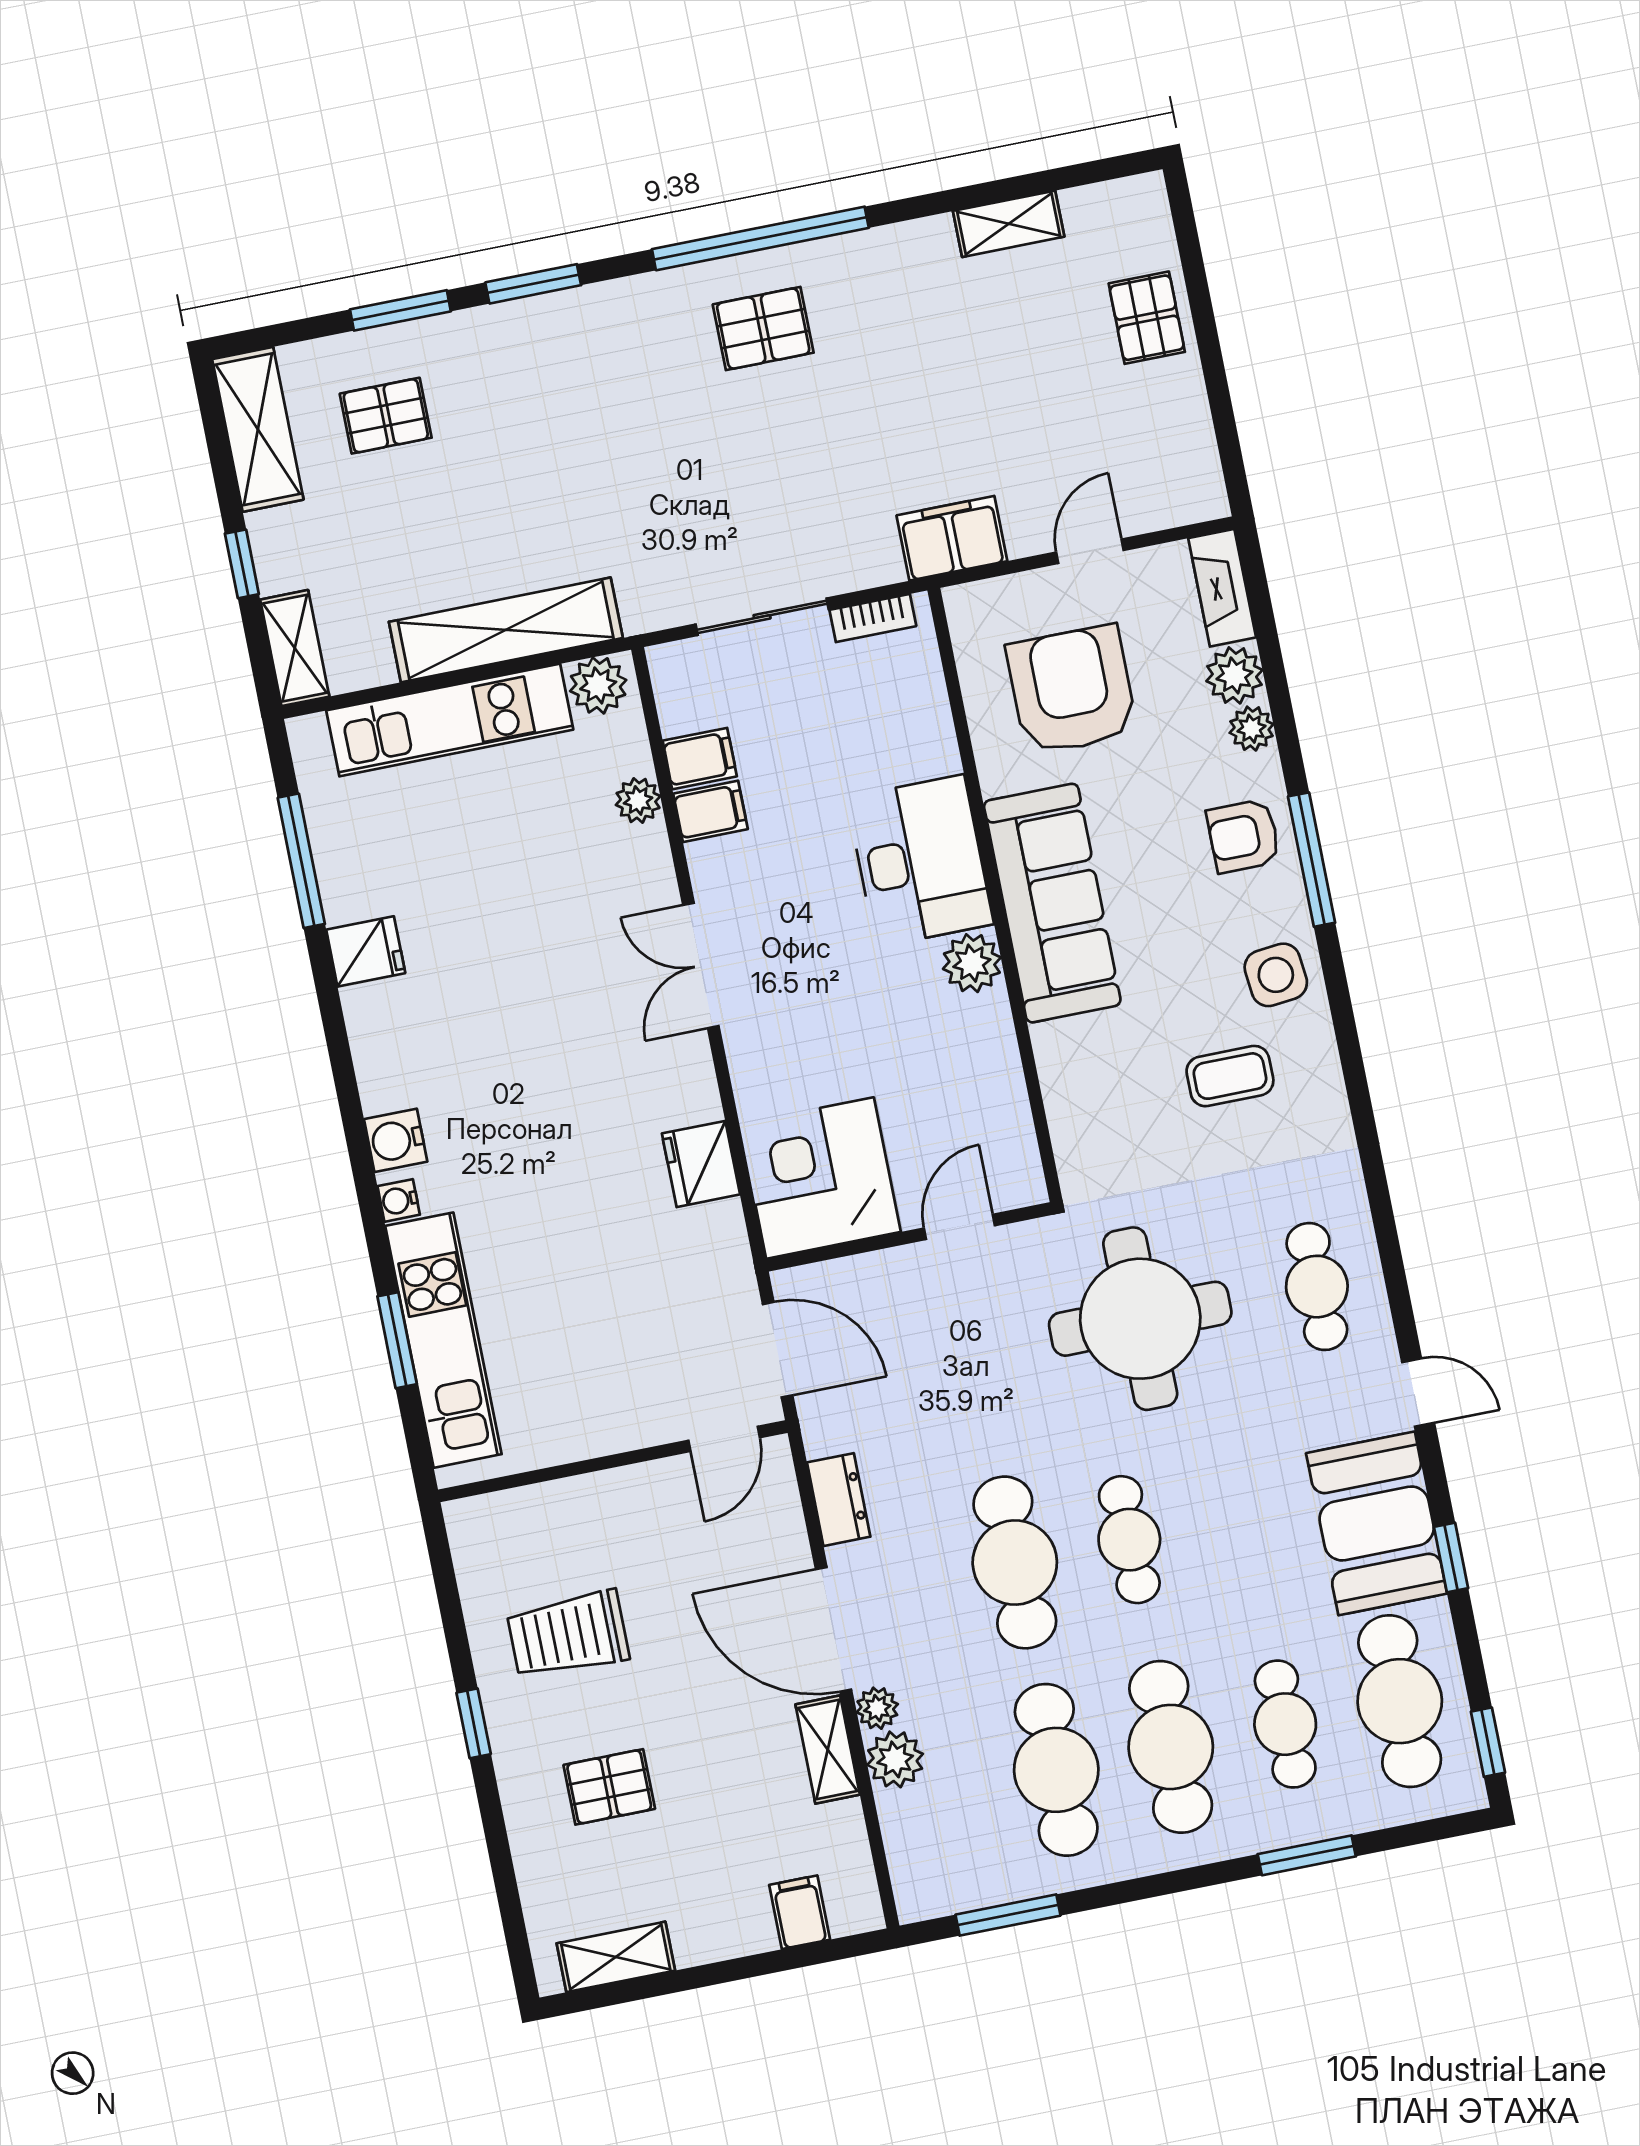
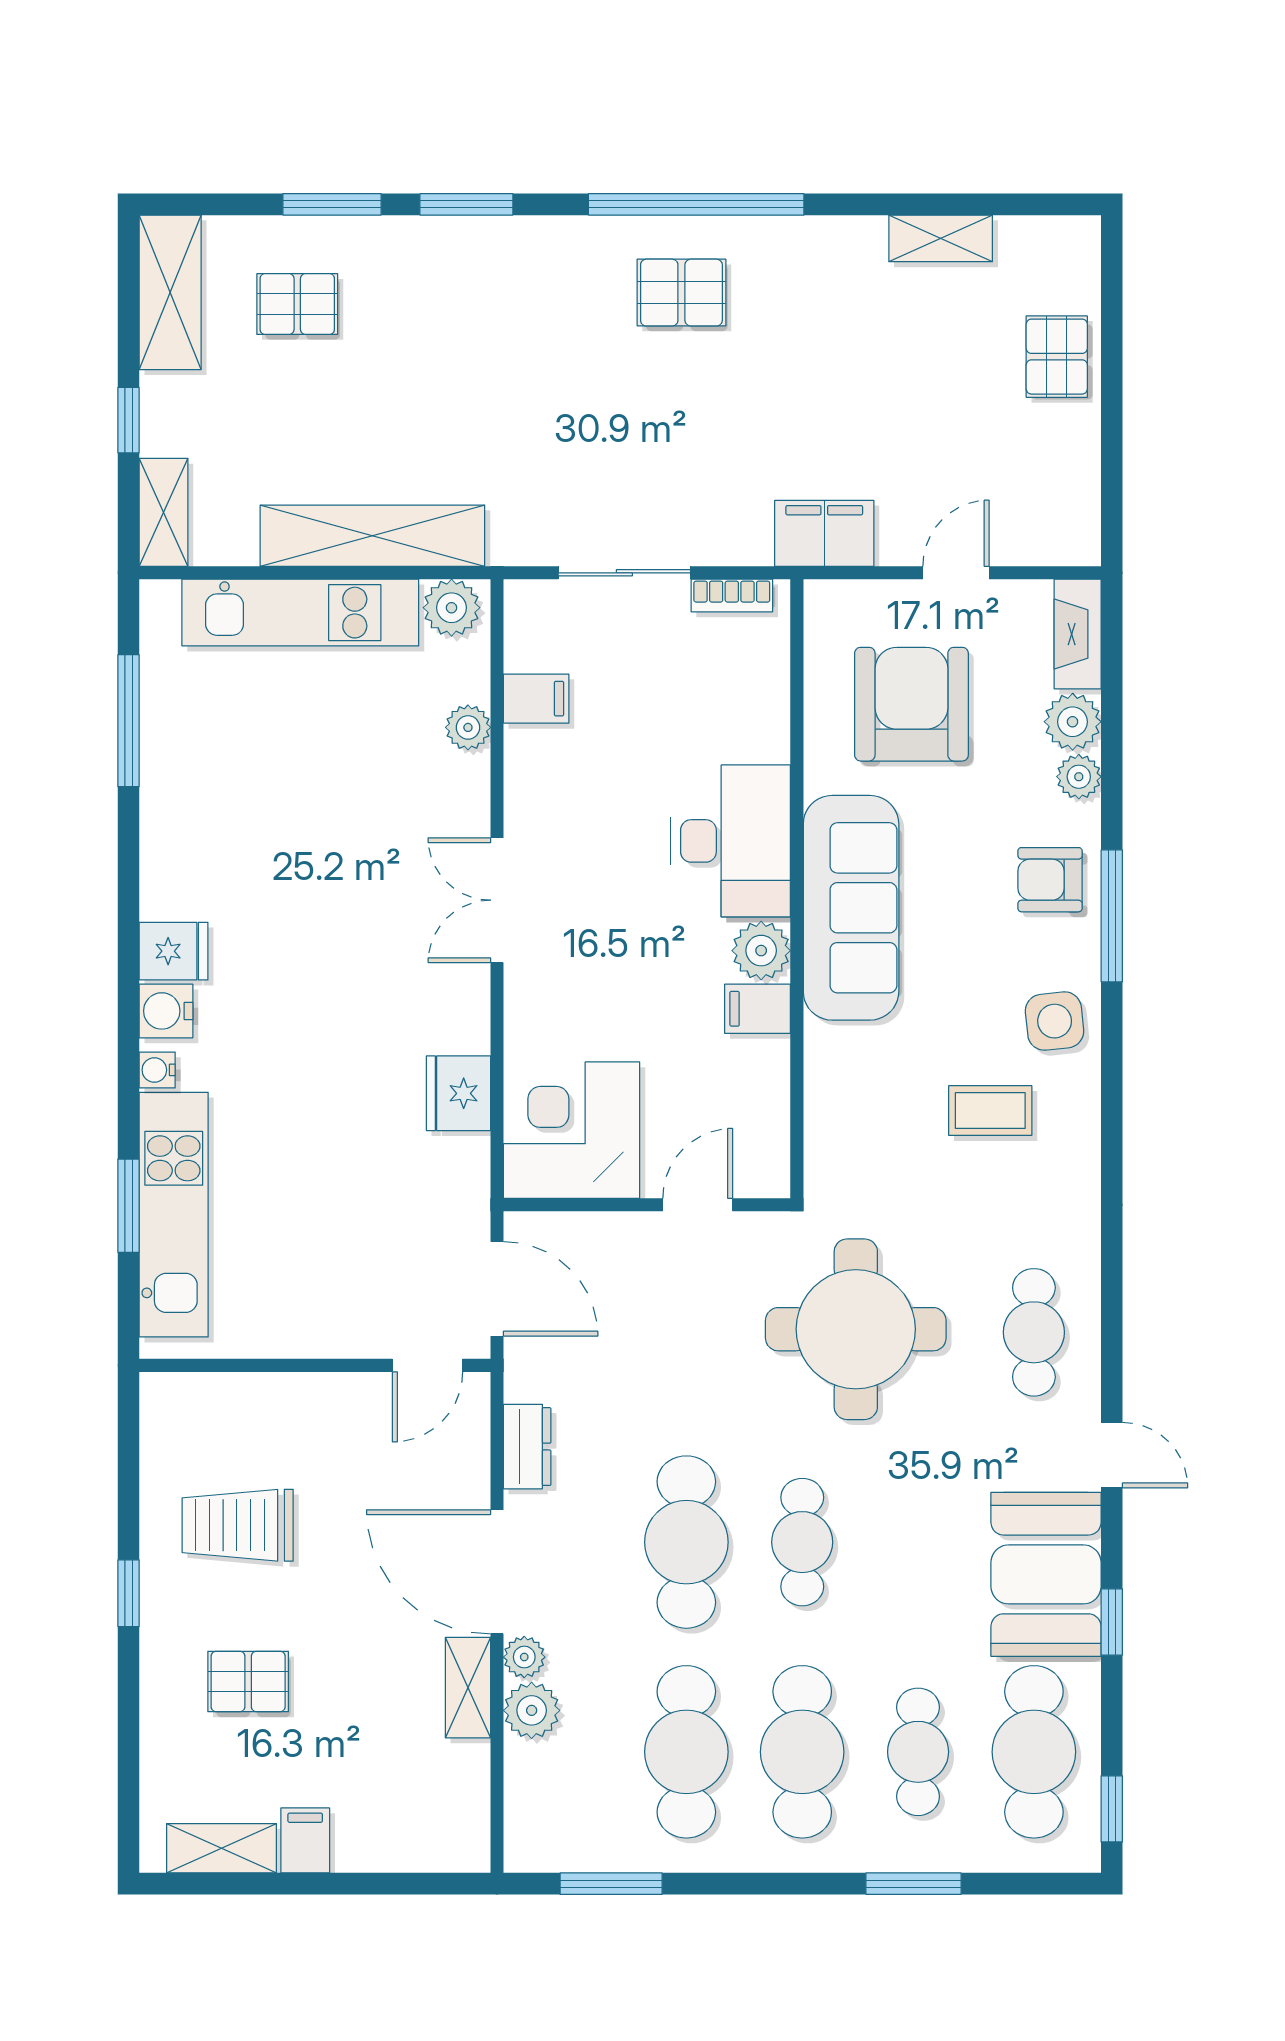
filing cabinet: (710, 811) -> (758, 1009), moved, turned 180
fridge: (366, 951) -> (174, 951), moved
filing cabinet: (800, 1912) -> (305, 1840), moved

